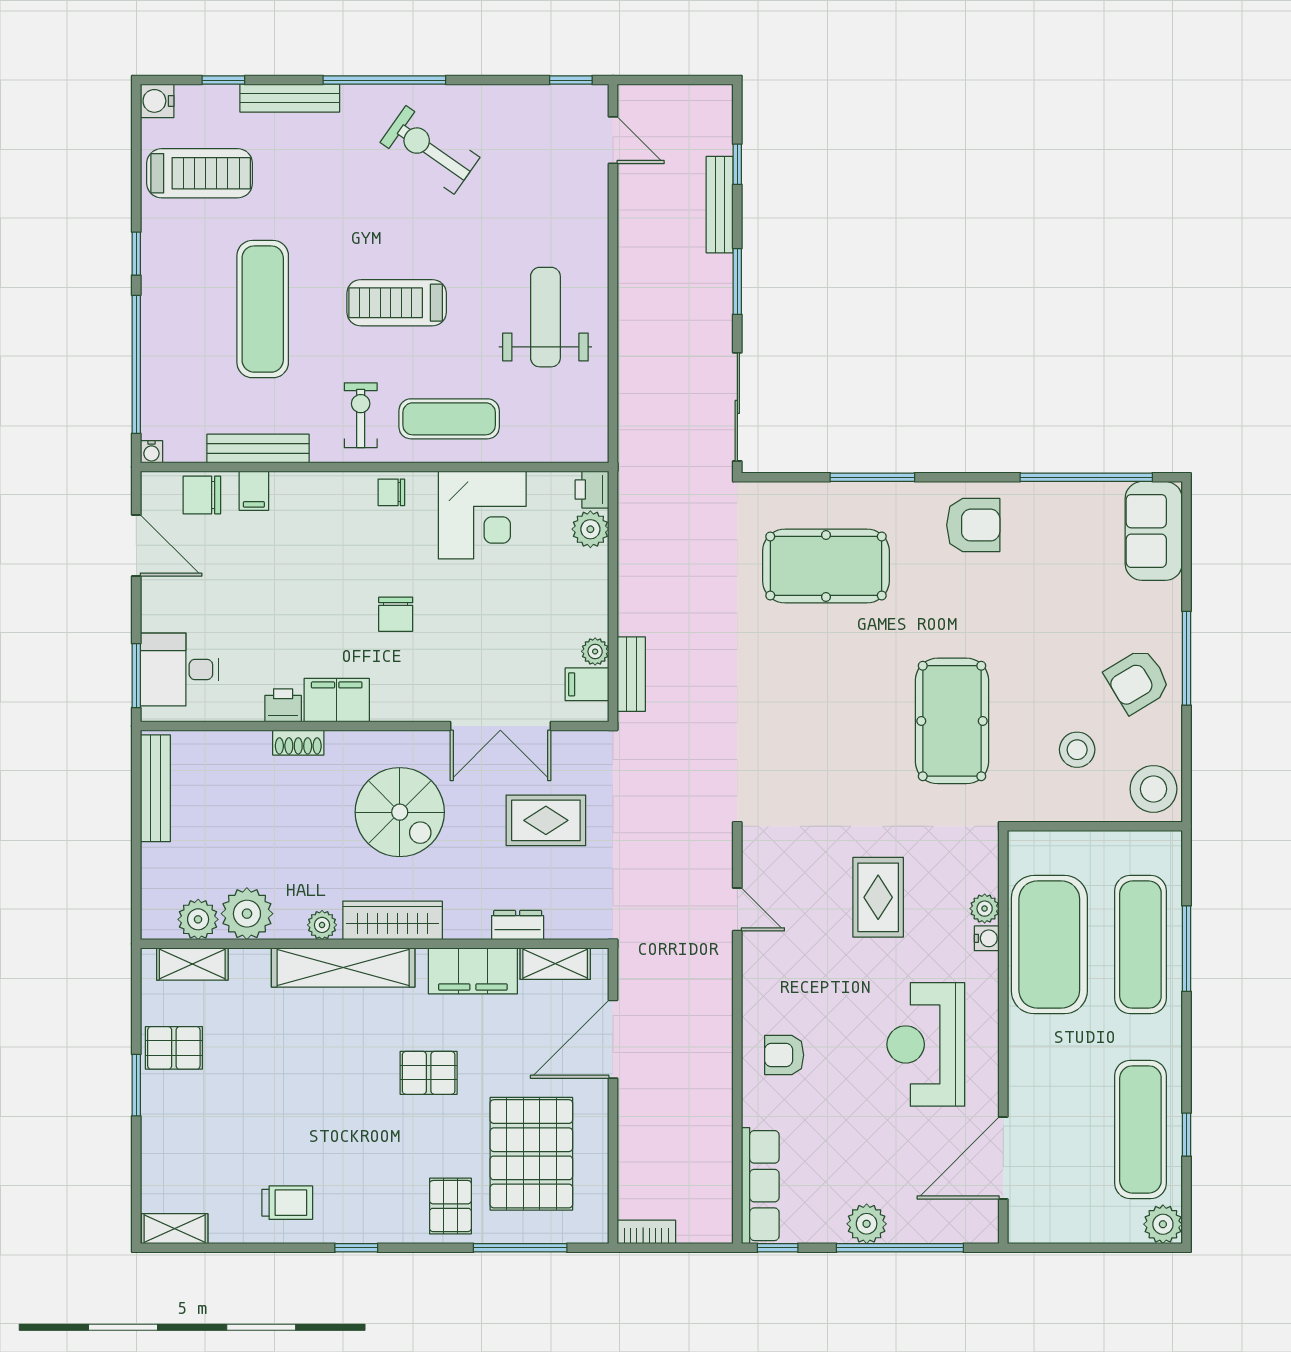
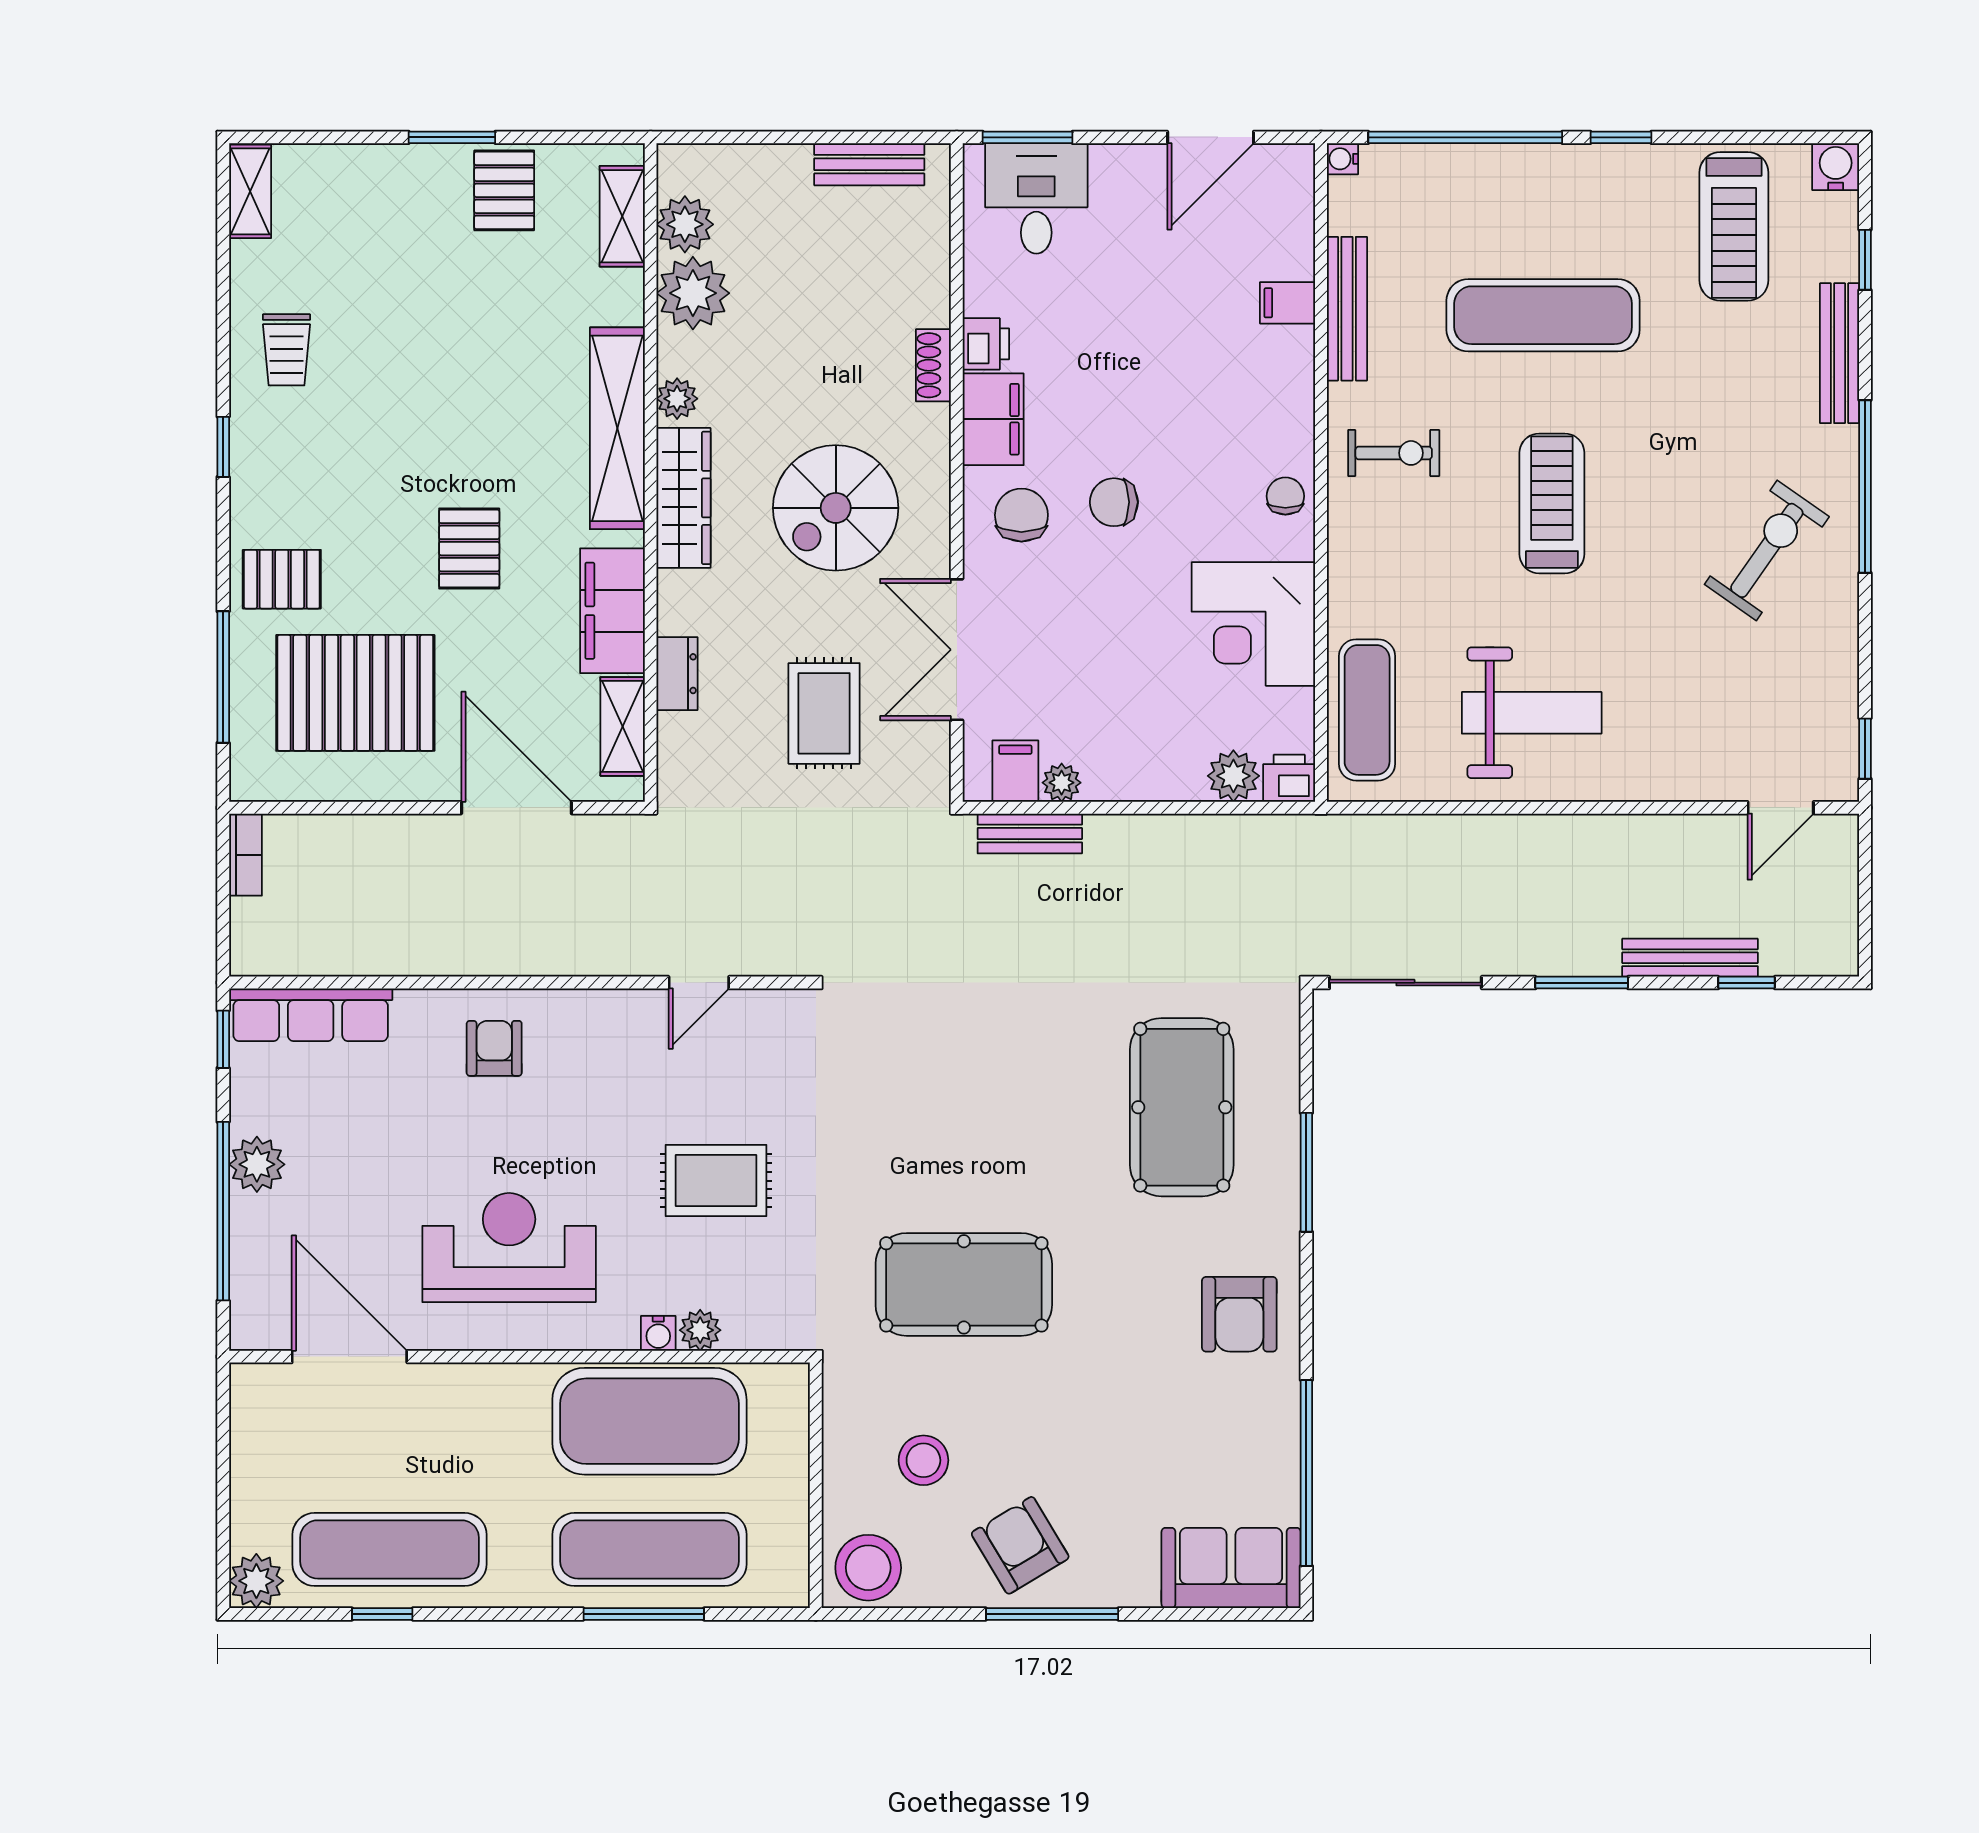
exercise mat: (449, 419) -> (1367, 710), moved
chair: (202, 495) -> (1021, 515), moved
bench: (155, 788) -> (869, 164), width x0.73

